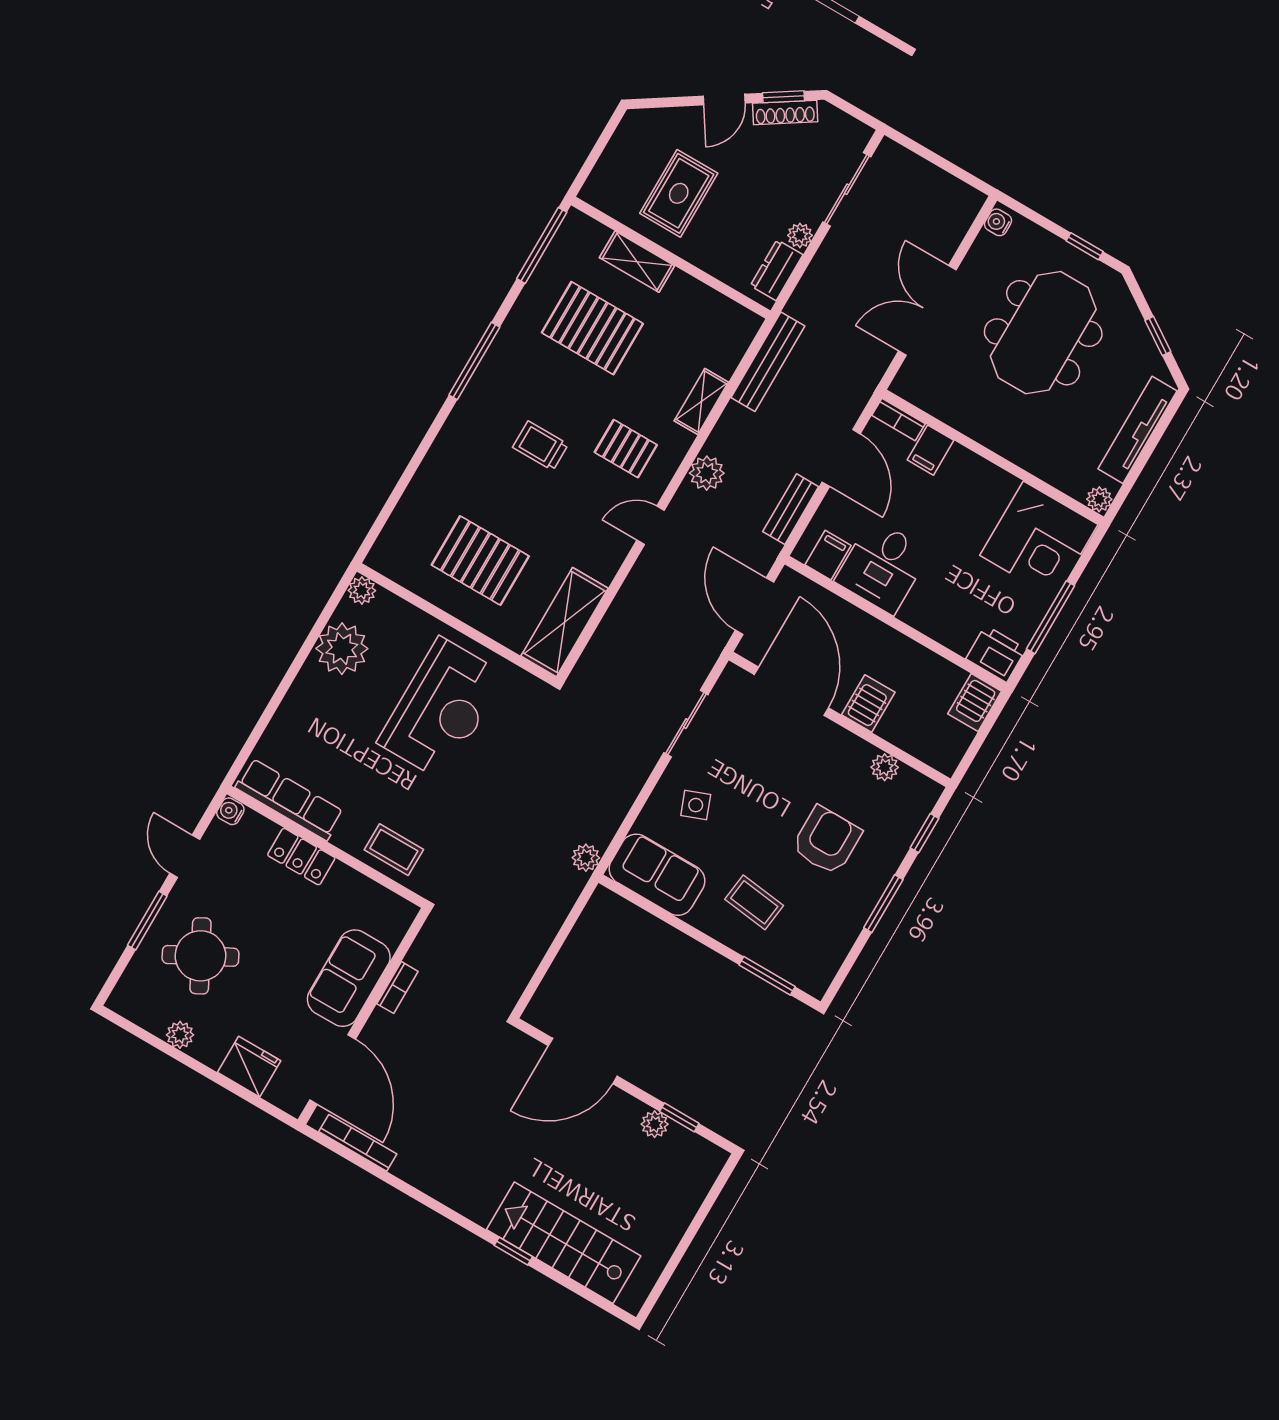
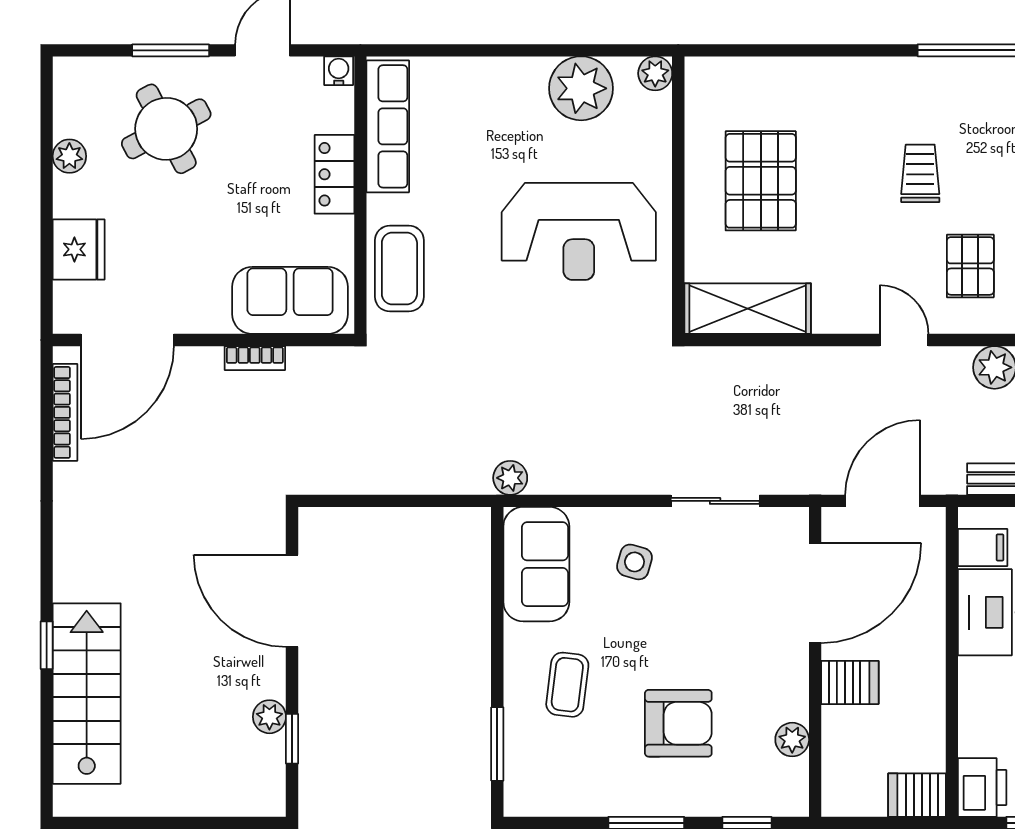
side table: (696, 805) -> (634, 562), turned 37
coffee table: (394, 850) -> (399, 269), width x1.36, depth x1.30
sofa: (349, 978) -> (290, 300), moved

